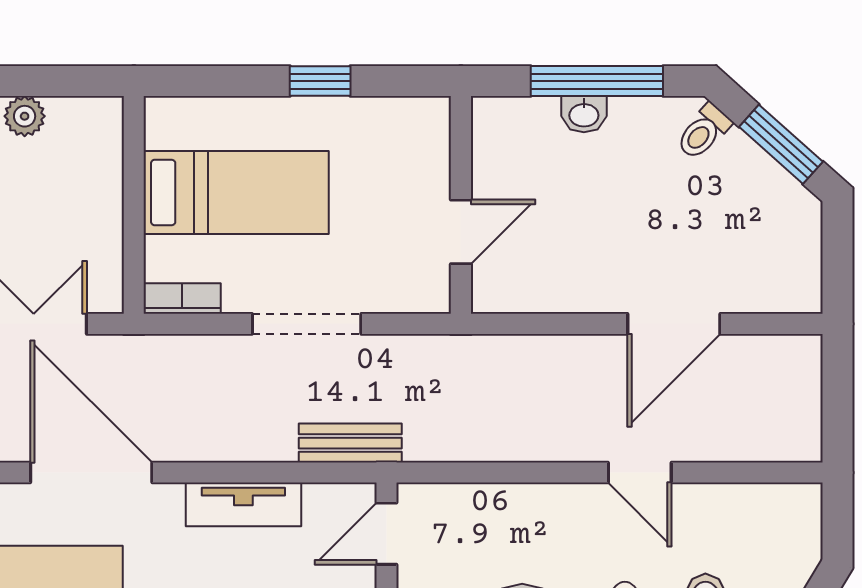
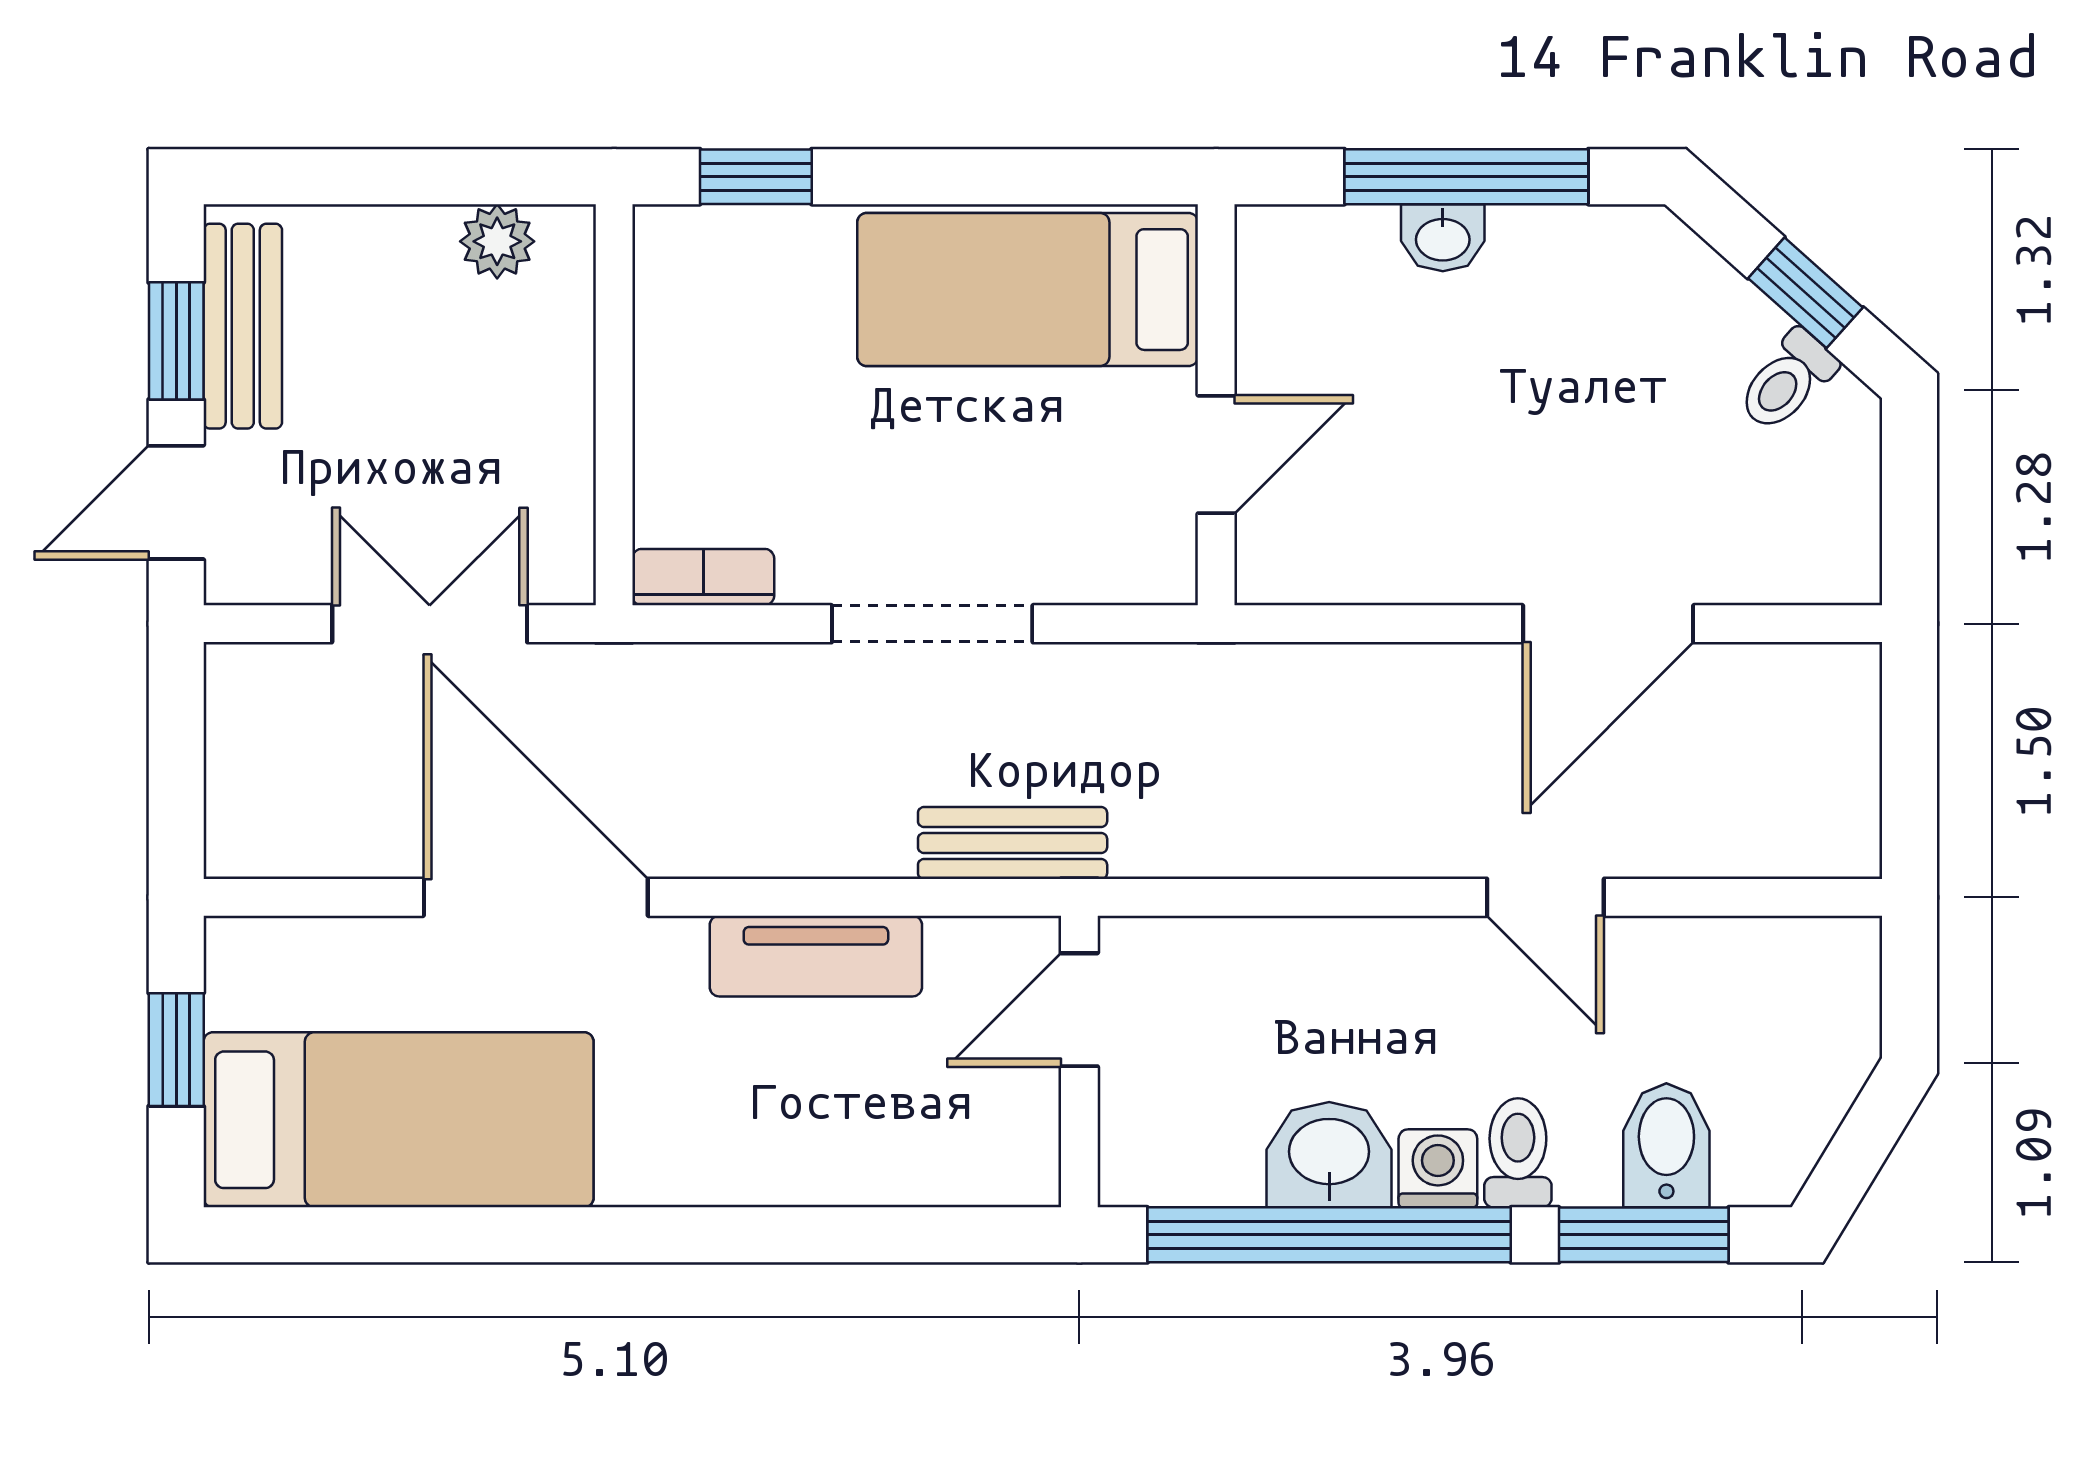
window: (320, 81) -> (756, 177), moved
plant: (25, 116) -> (497, 241), moved
toilet: (704, 132) -> (1787, 381), moved
window: (781, 144) -> (1805, 293), width x0.67
bed: (236, 192) -> (1028, 290), moved, turned 180

